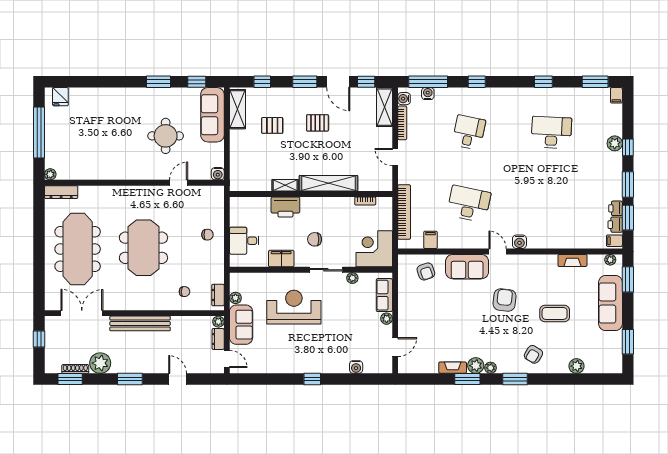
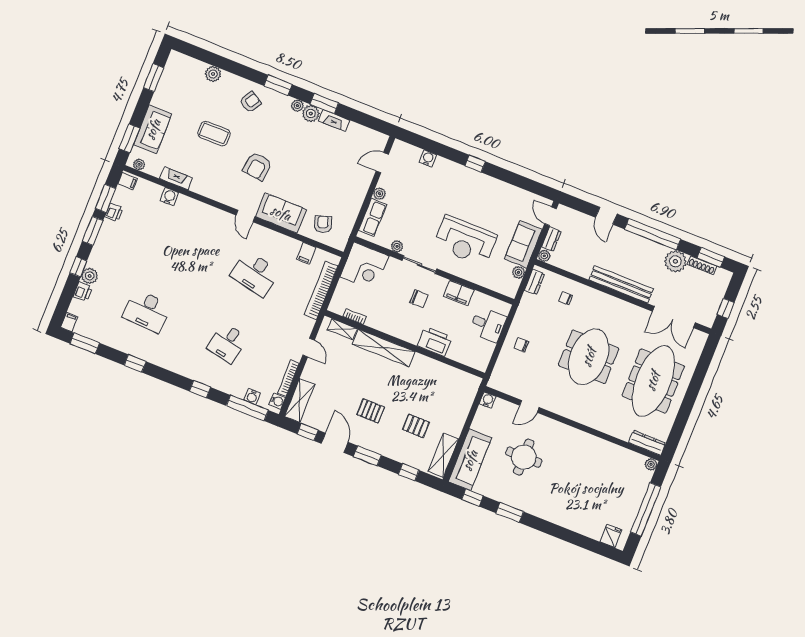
shelving: (285, 185) -> (342, 329), moved
printer: (615, 225) -> (83, 292), moved
water cooler: (519, 242) -> (169, 197), moved
sofa: (611, 303) -> (153, 129), width x0.73
window: (130, 379) -> (653, 234), width x2.11

